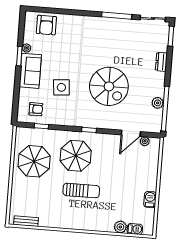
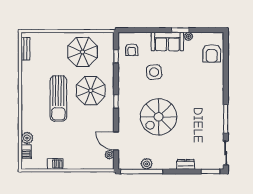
armchair: (46, 25) -> (212, 53), turned -90
sun lounger: (81, 191) -> (58, 98), width x1.36, depth x1.34

